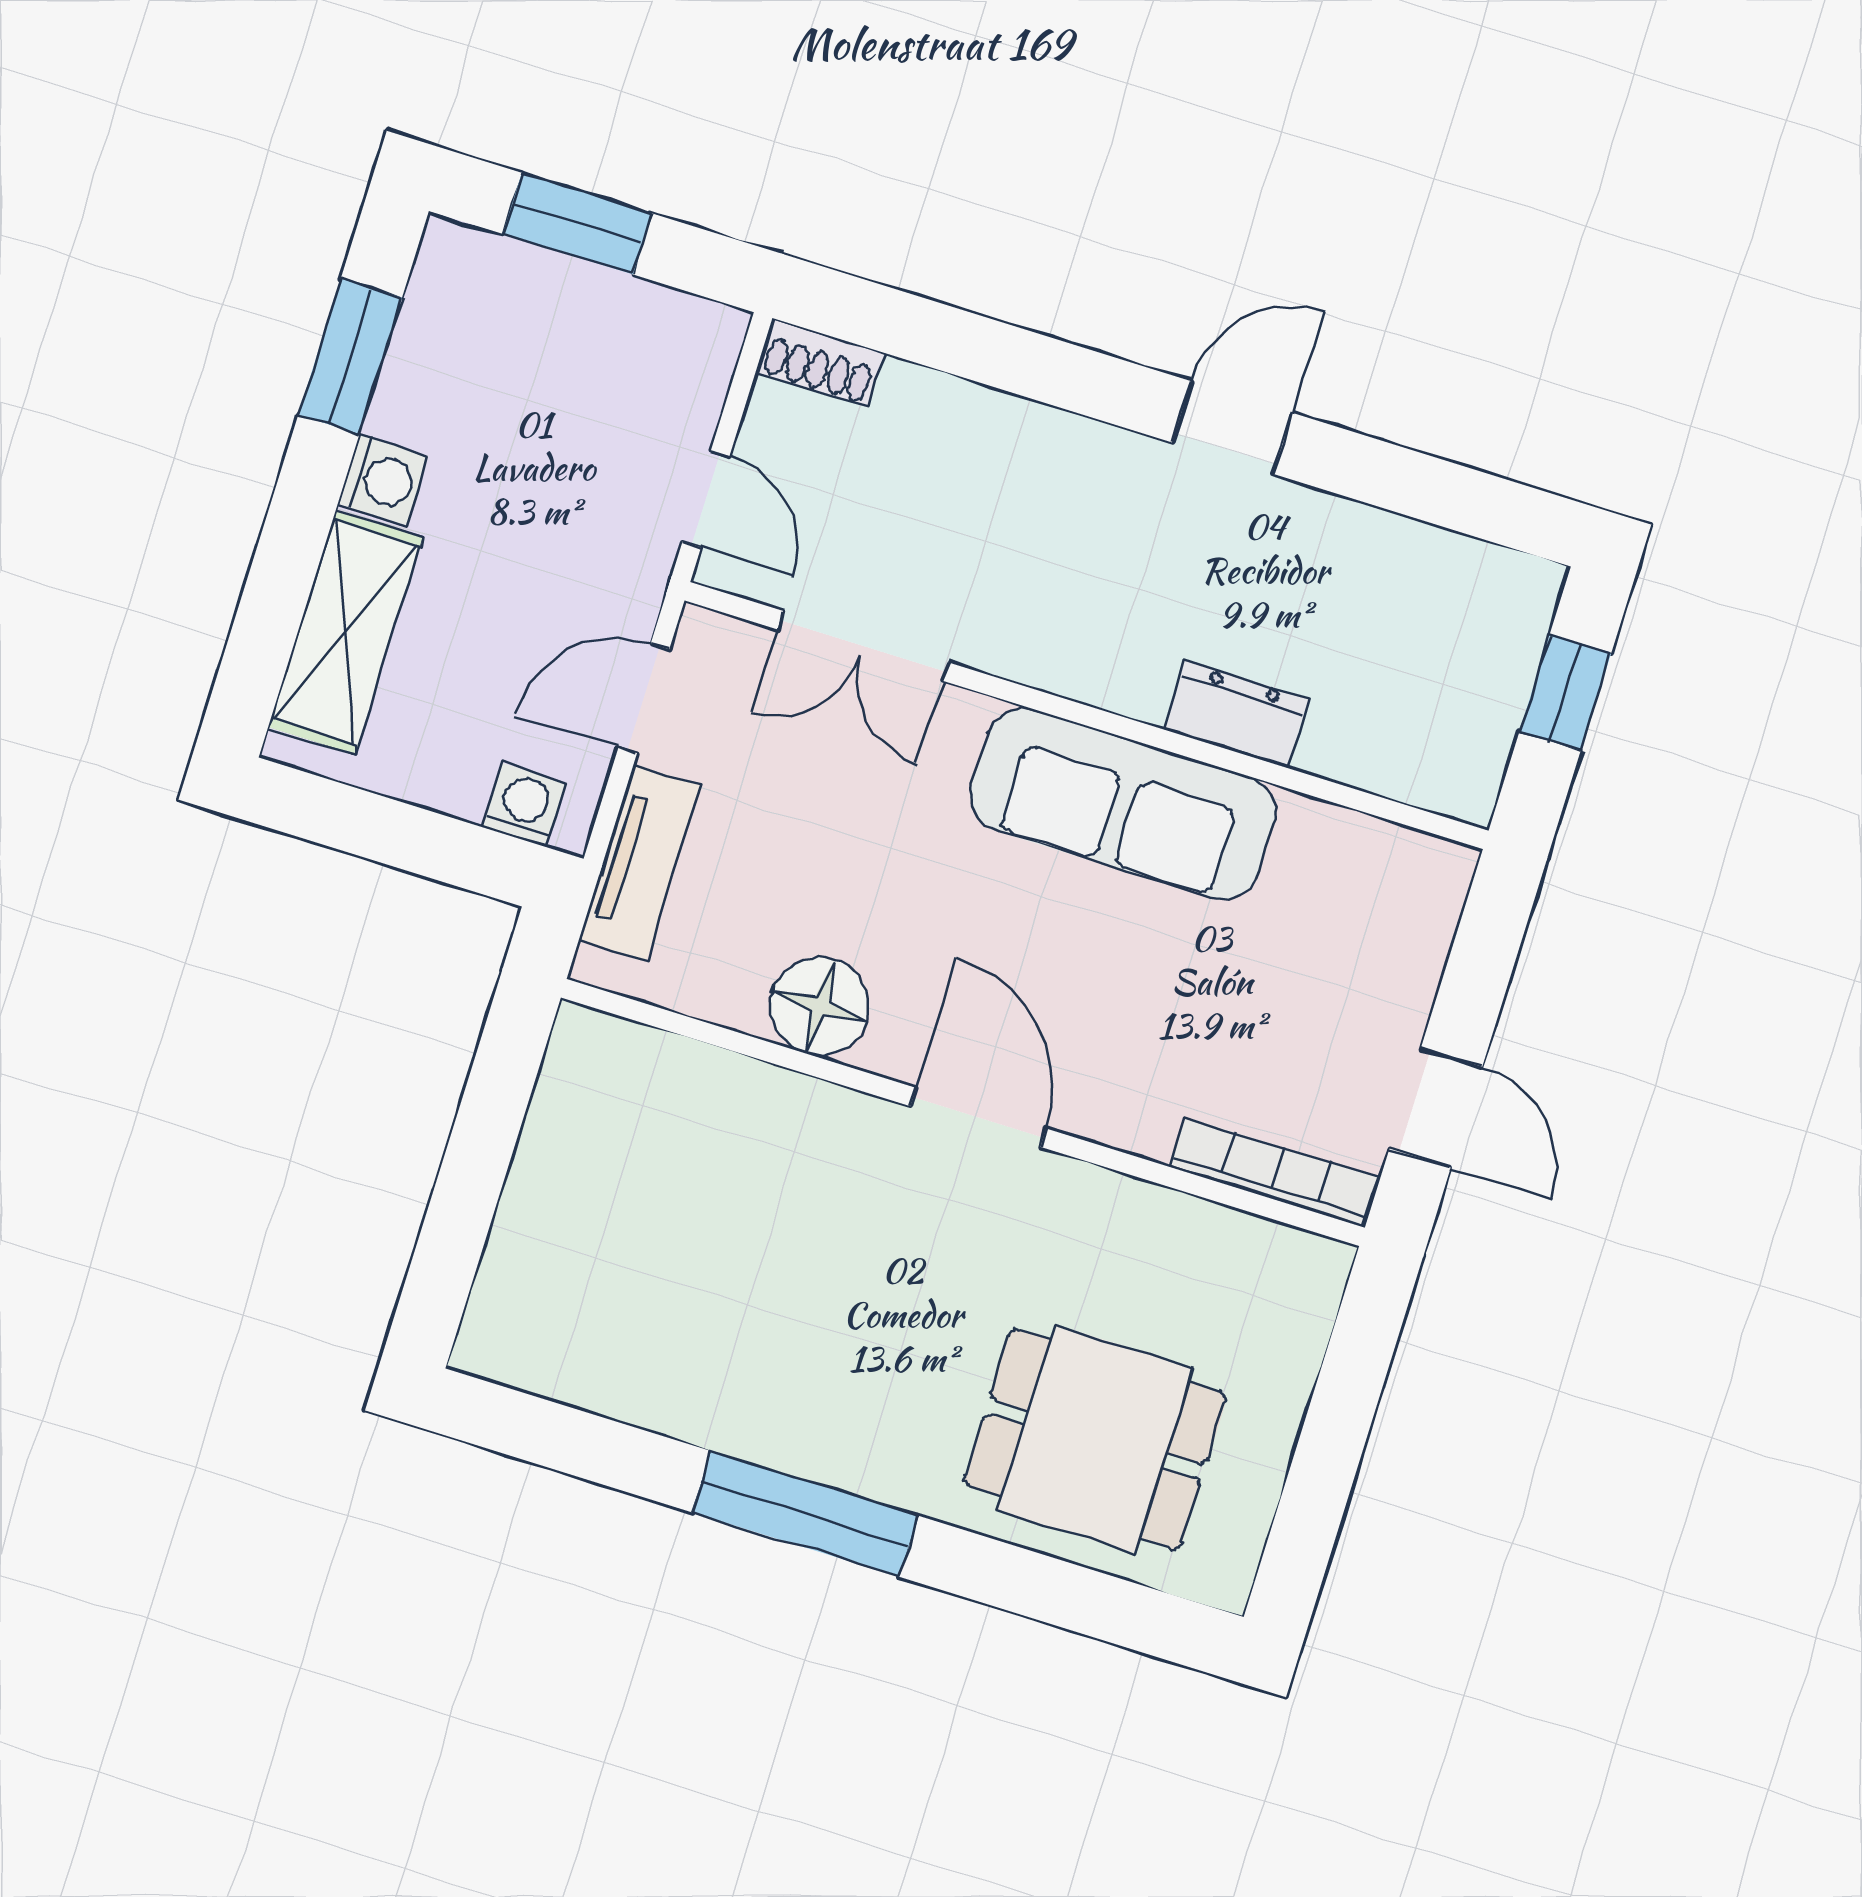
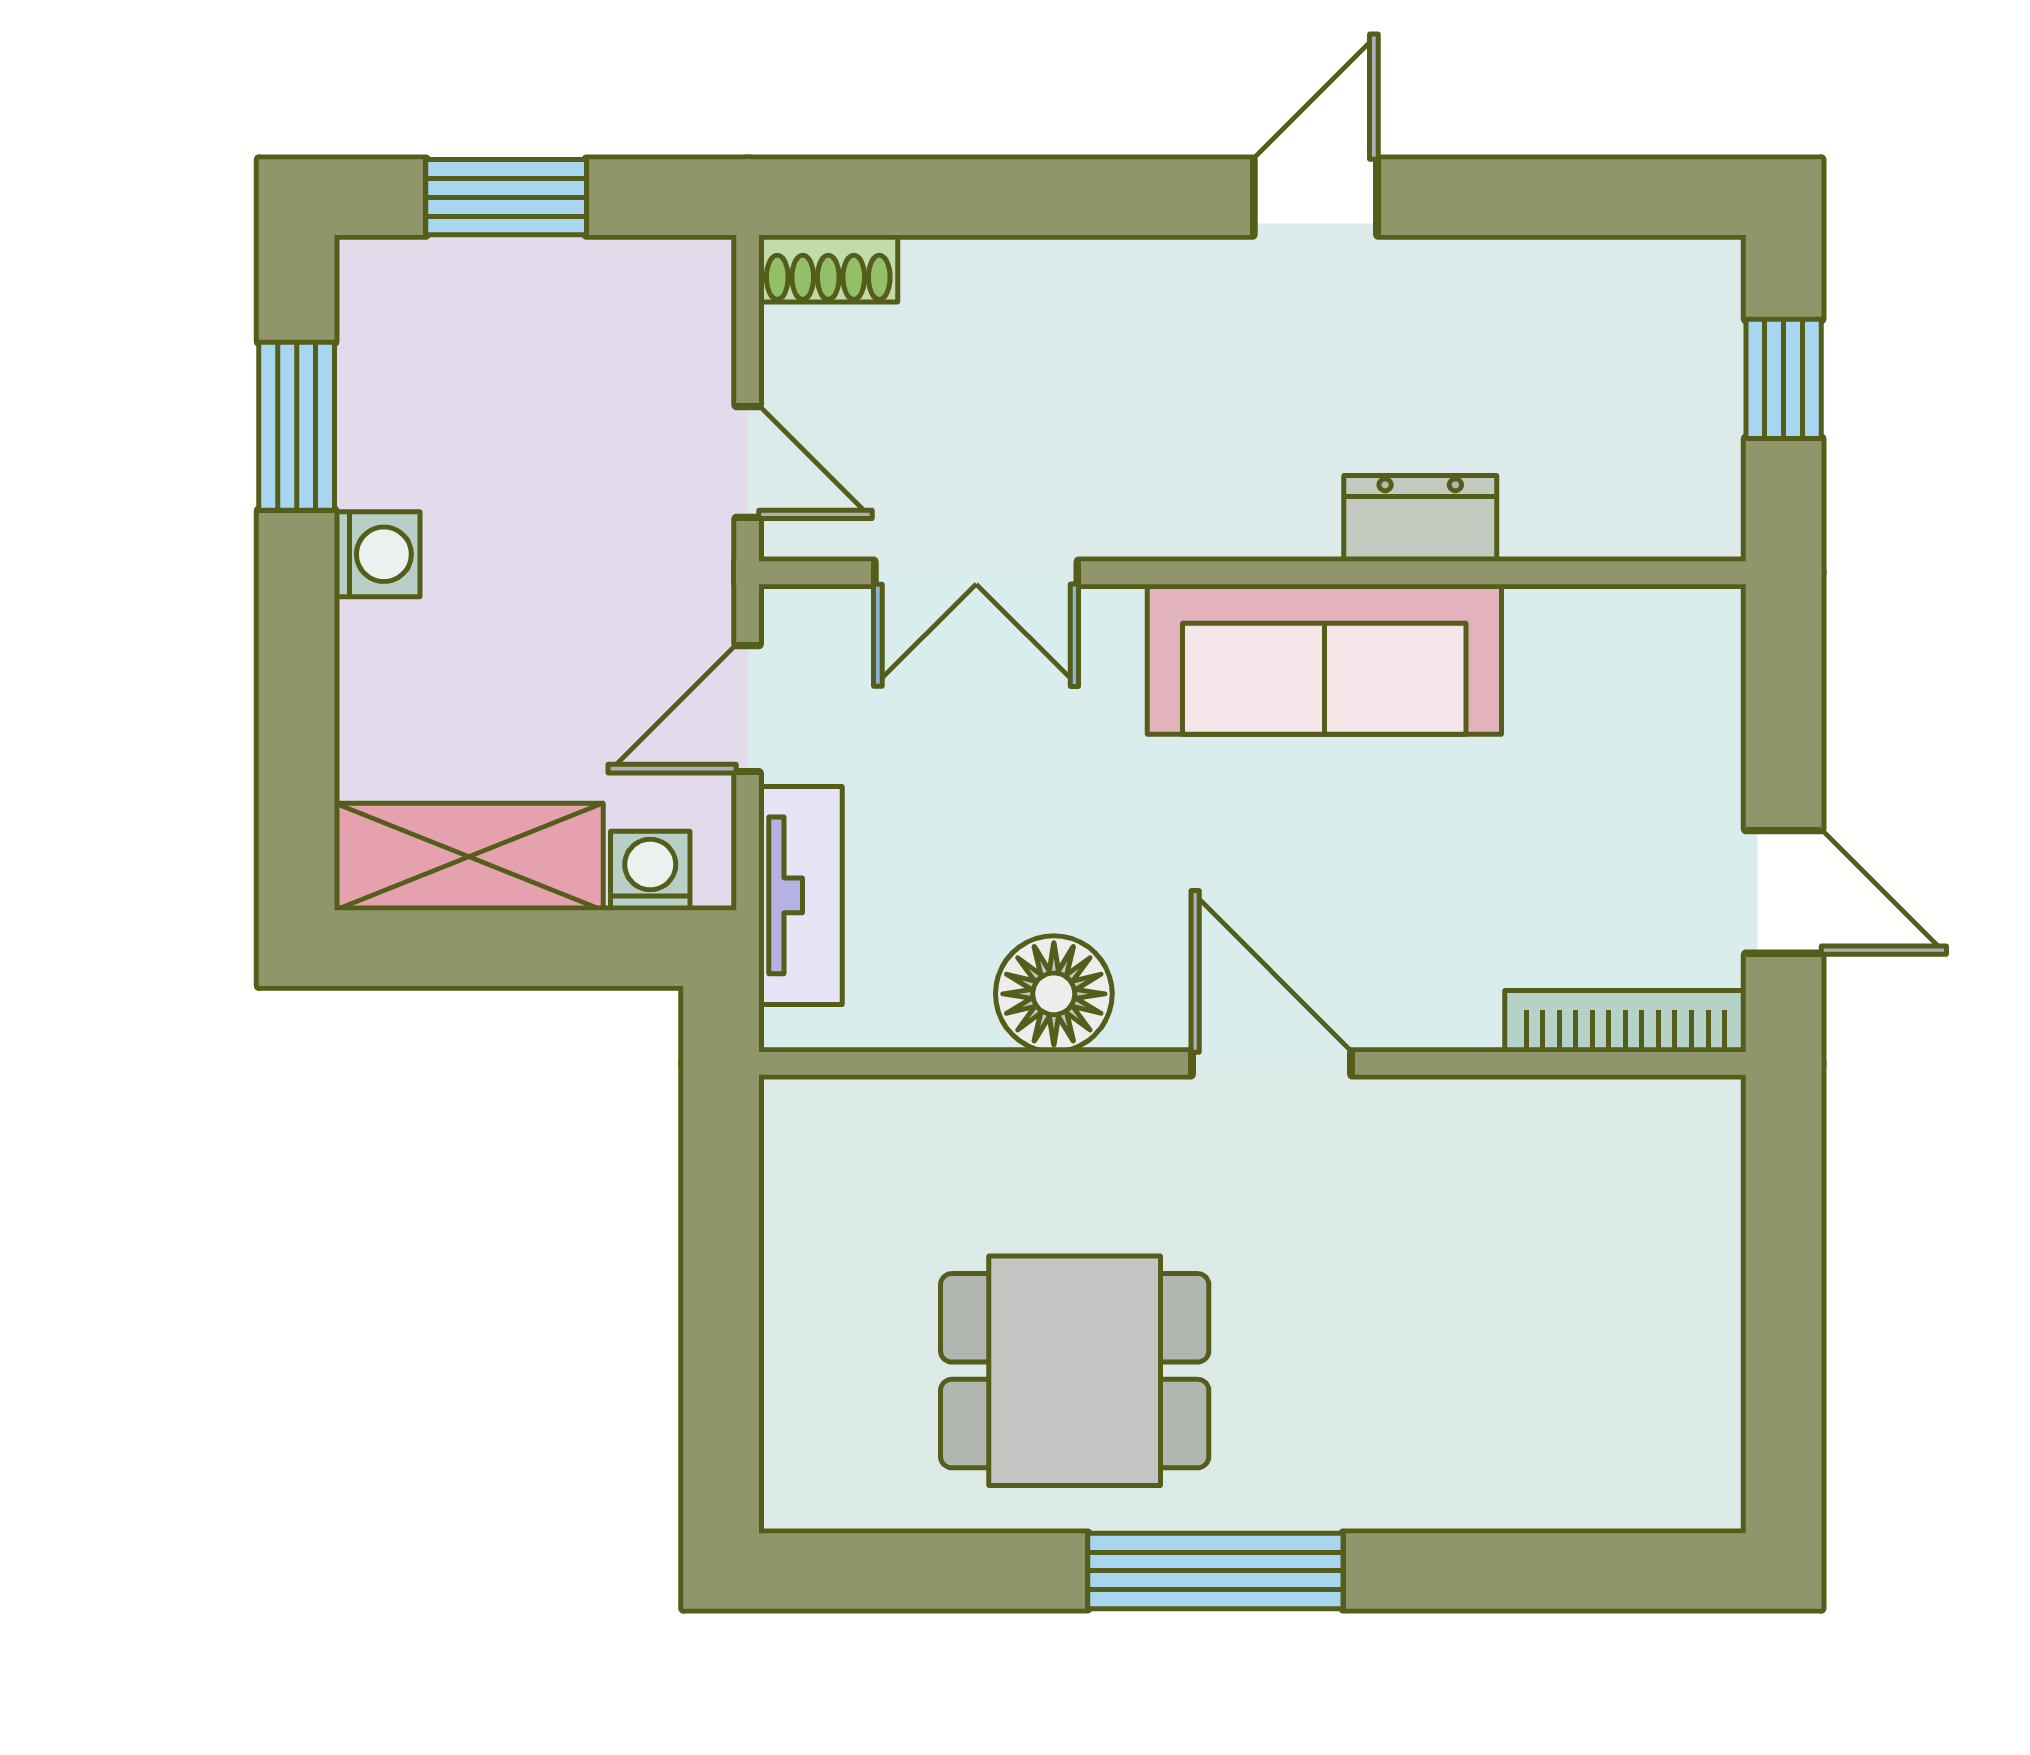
shelving: (345, 632) -> (469, 857), moved, turned 90
dining table: (1095, 1439) -> (1075, 1371), moved

